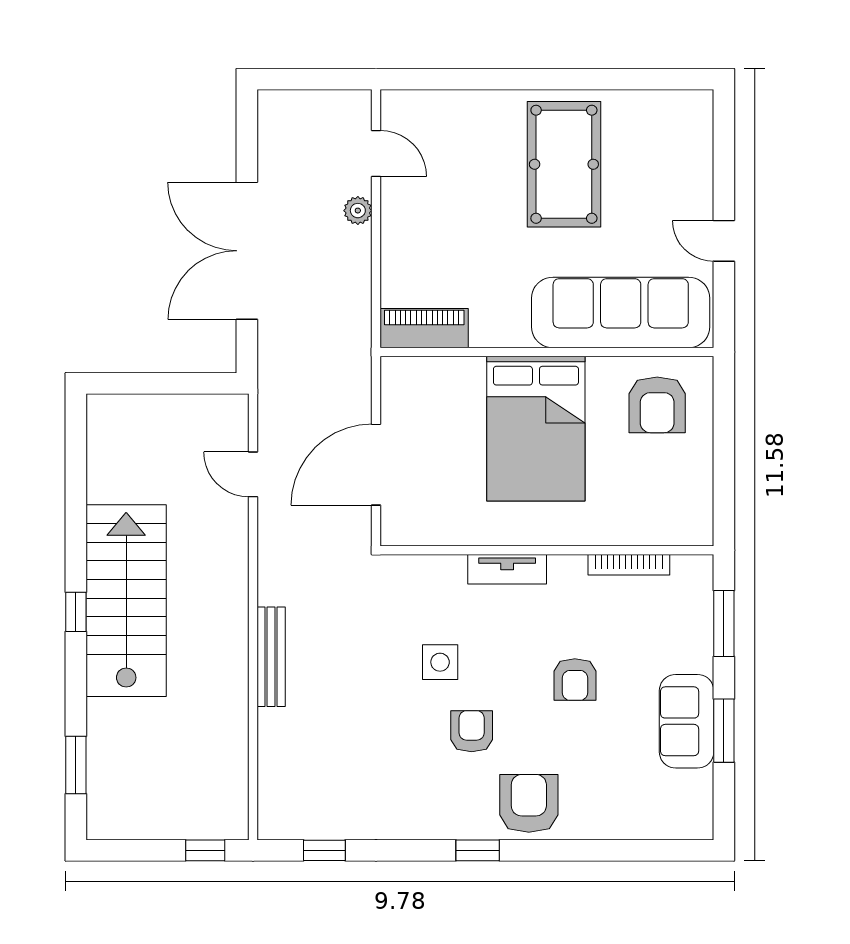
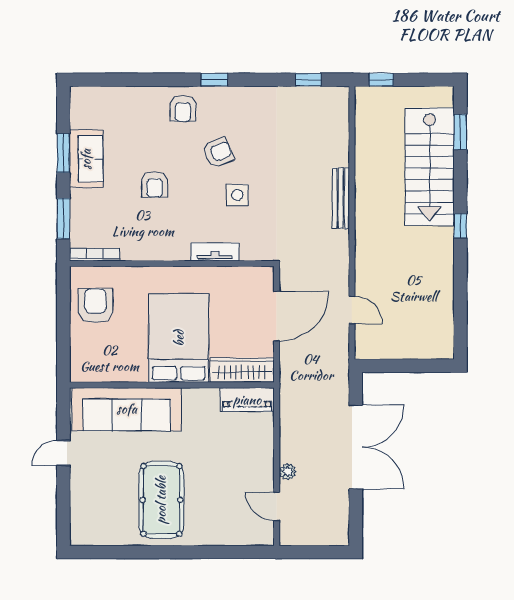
door: (724, 241) -> (63, 453), swing flipped
wardrobe: (432, 376) -> (242, 370), added
armchair: (657, 405) -> (95, 306), moved
bookcase: (629, 565) -> (95, 255), moved
tv unit: (507, 569) -> (215, 252), moved
stairs: (126, 601) -> (430, 167), moved
armchair: (575, 680) -> (155, 184), turned 180
armchair: (472, 731) -> (218, 153), turned -113
armchair: (529, 803) -> (183, 109), width x0.72, depth x0.72

